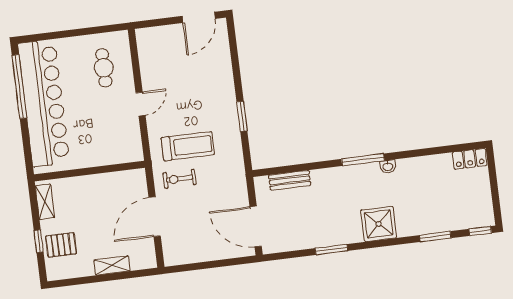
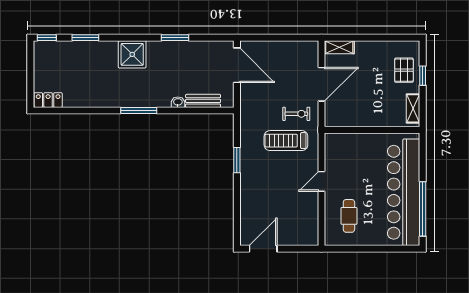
washbasin: (388, 166) -> (178, 102), moved
pallet: (61, 245) -> (404, 70), turned 90
shelving: (112, 265) -> (339, 47), moved

